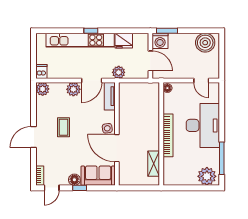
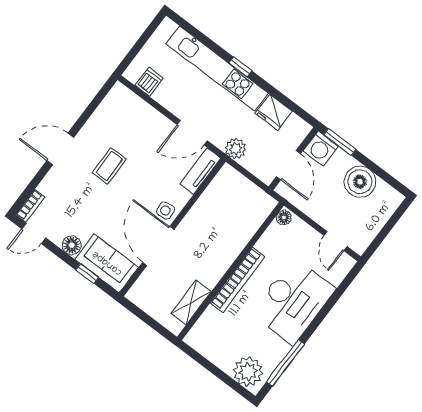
boiler: (205, 43) -> (360, 182), moved
dishwasher: (41, 72) -> (149, 82), moved
plant: (43, 89) -> (120, 95), removed
plant: (73, 89) -> (160, 126), removed
window: (80, 188) -> (87, 274), moved

